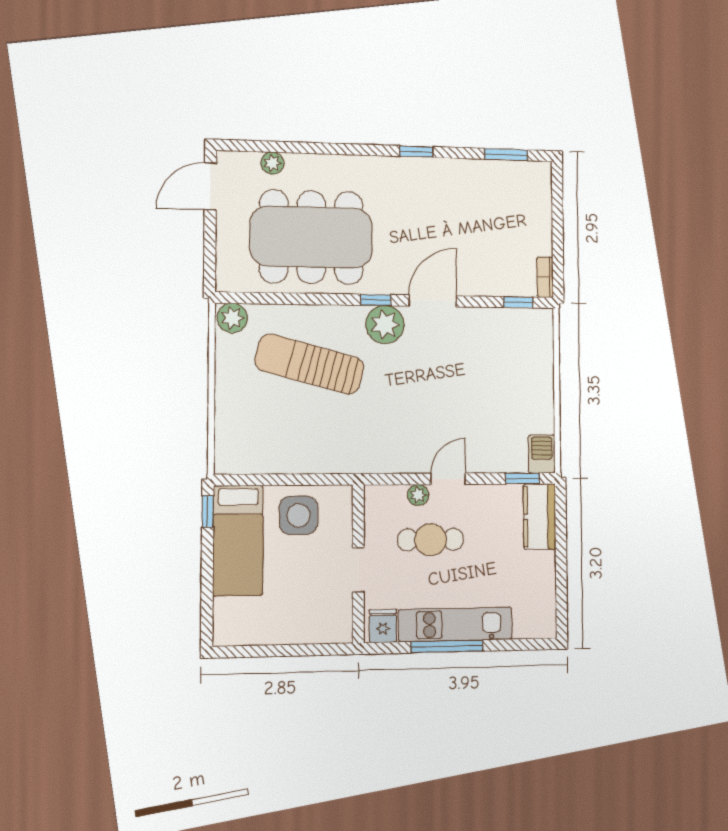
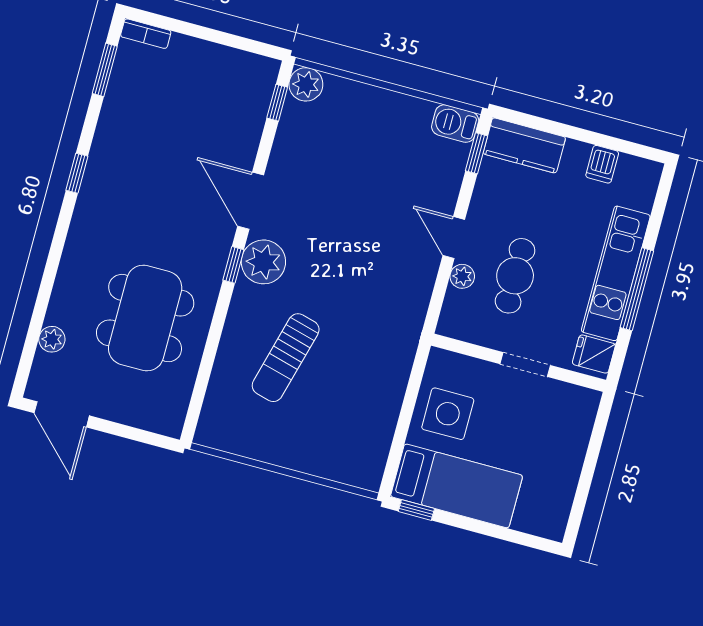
dining table: (311, 237) -> (145, 318), width x0.73, depth x0.80
bookcase: (545, 277) -> (146, 34), moved
plant: (232, 318) -> (306, 84), moved
sun lounger: (310, 364) -> (286, 358), width x0.73, depth x0.75
dishwasher: (542, 586) -> (602, 164), added

